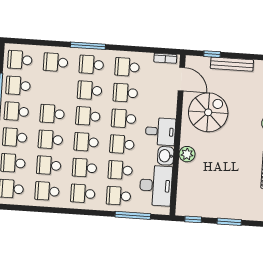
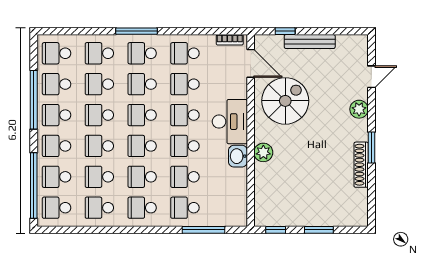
school desk: (54, 88) -> (99, 84), added
desk: (160, 132) -> (230, 122), width x1.37
desk: (156, 186) -> (229, 192), removed

